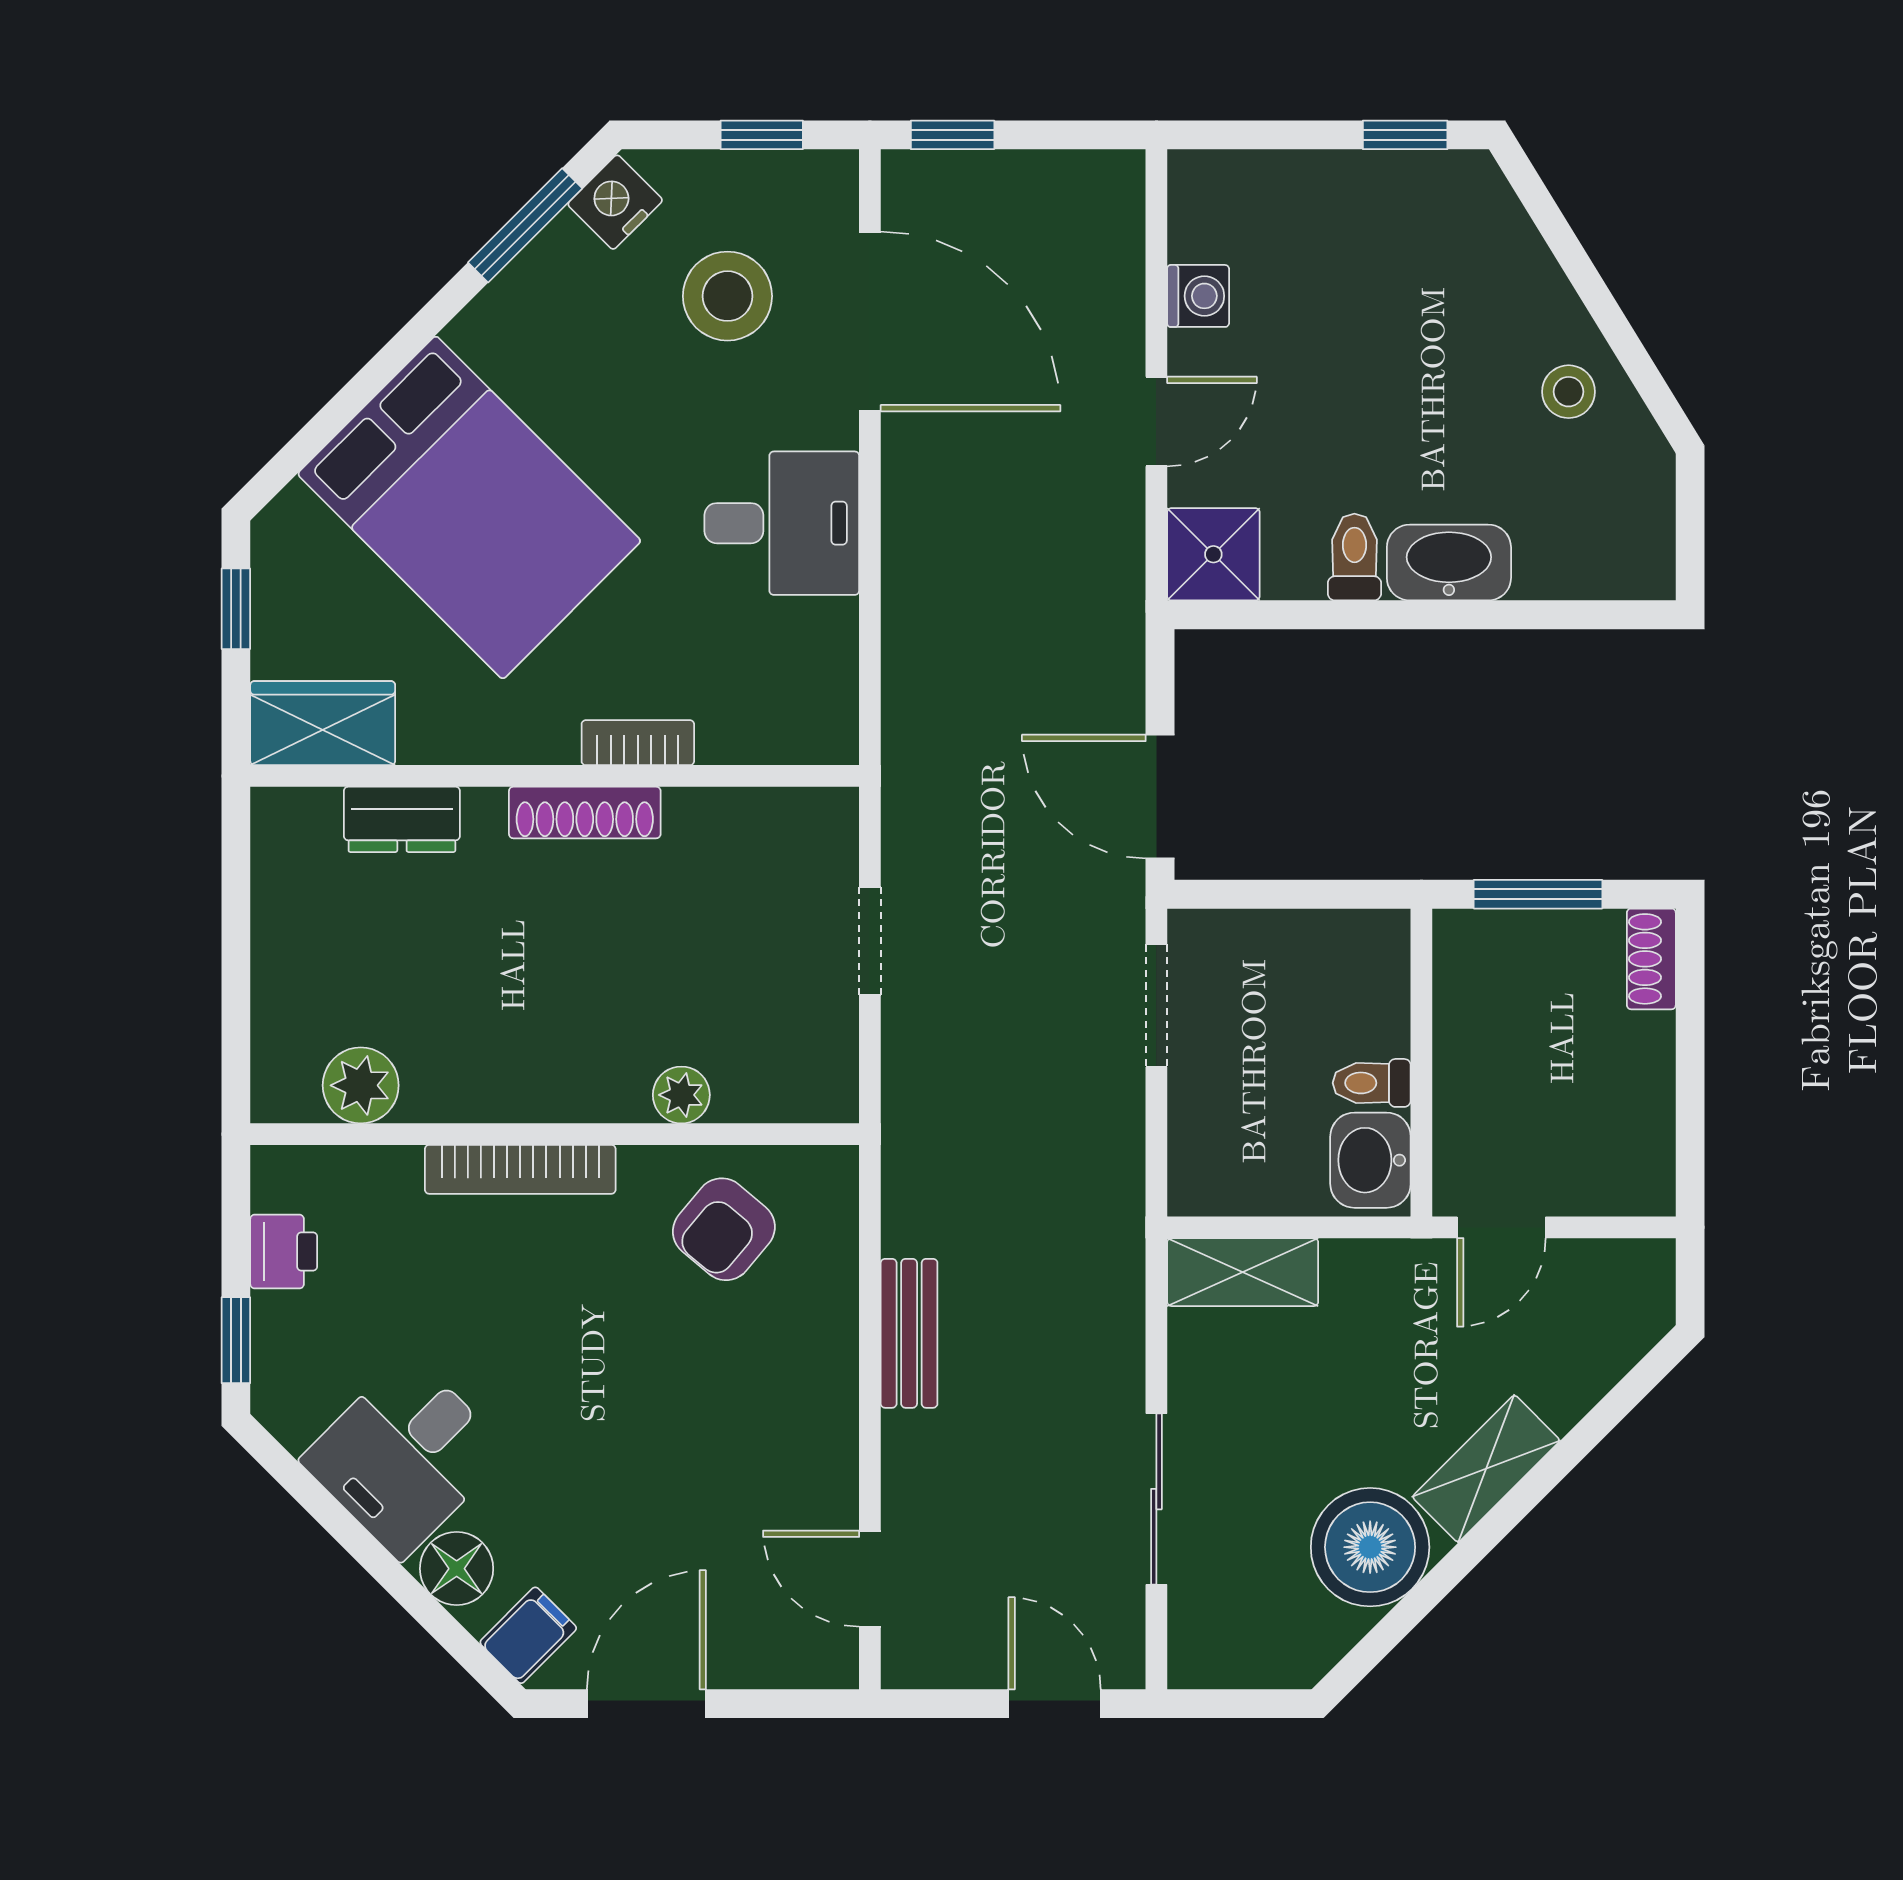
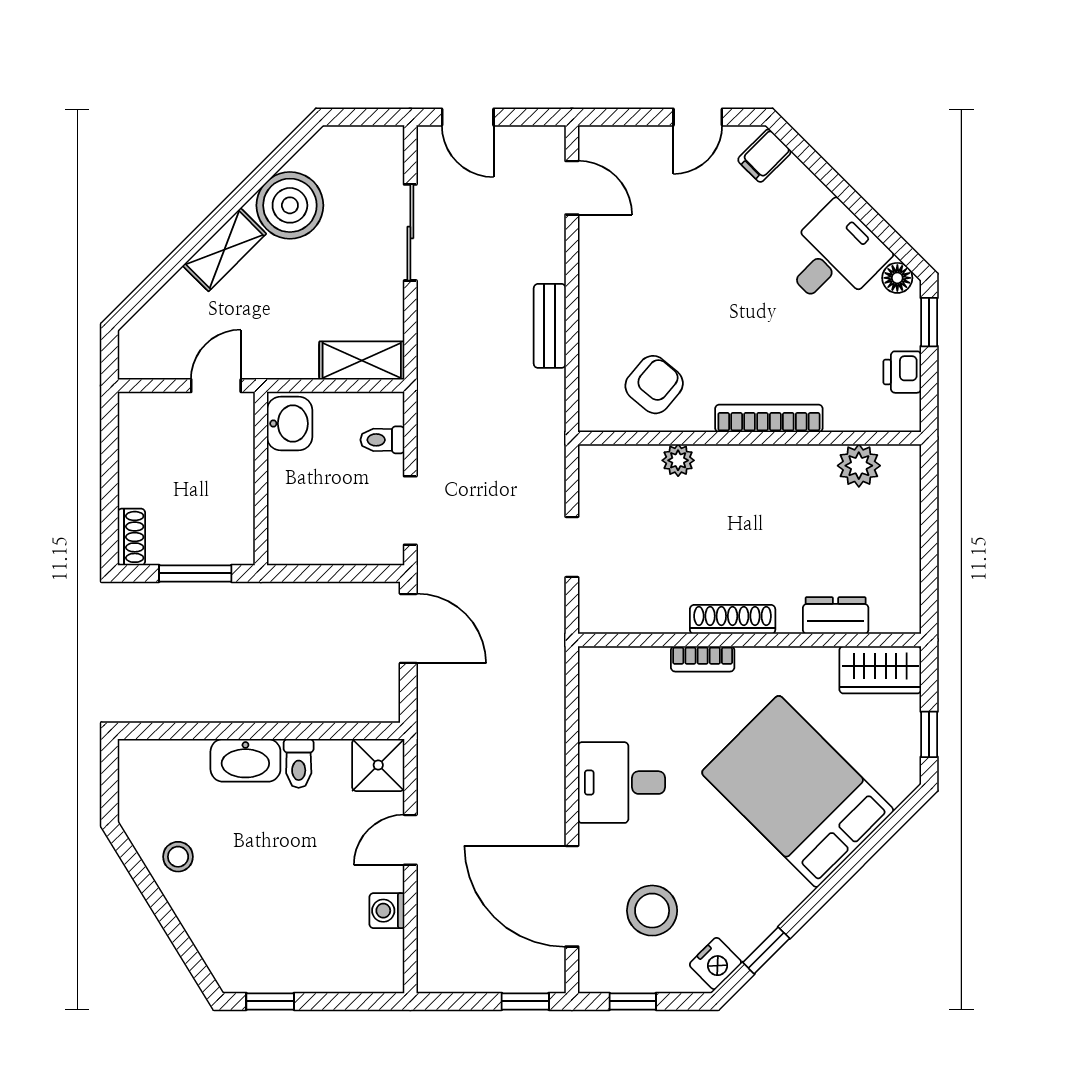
window: (525, 225) -> (766, 950), width x0.67
toilet: (1372, 1083) -> (382, 440), moved, turned 180
floor lamp: (457, 1569) -> (897, 278), moved, width x0.73, depth x0.73
door: (646, 1704) -> (698, 117), width x0.73

